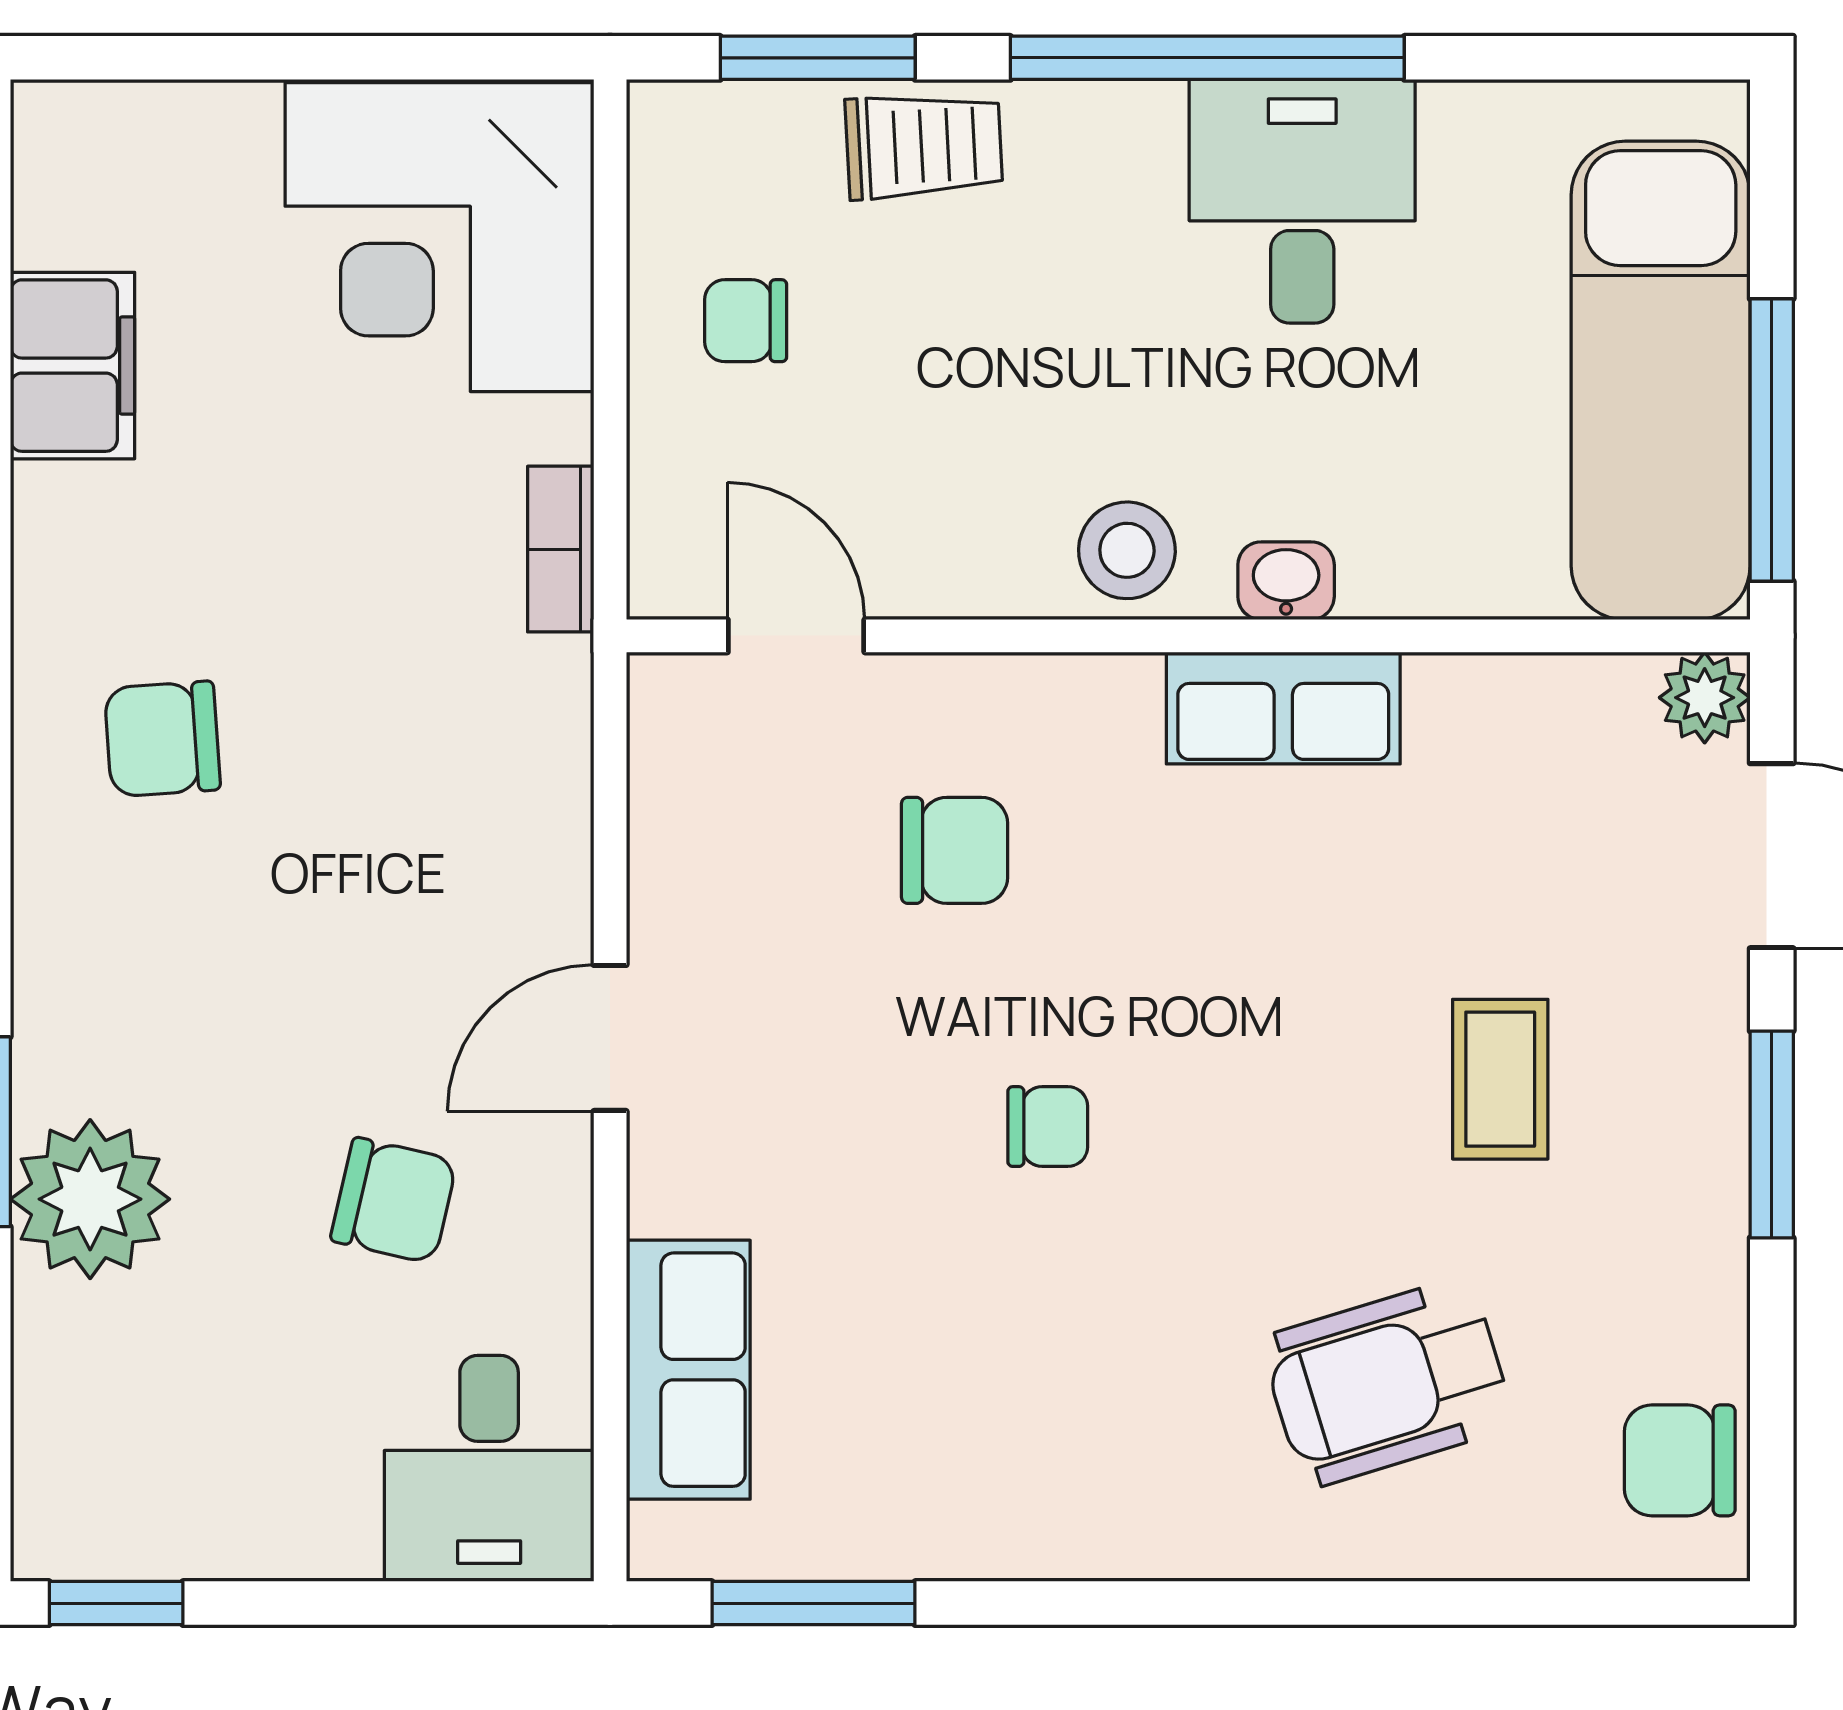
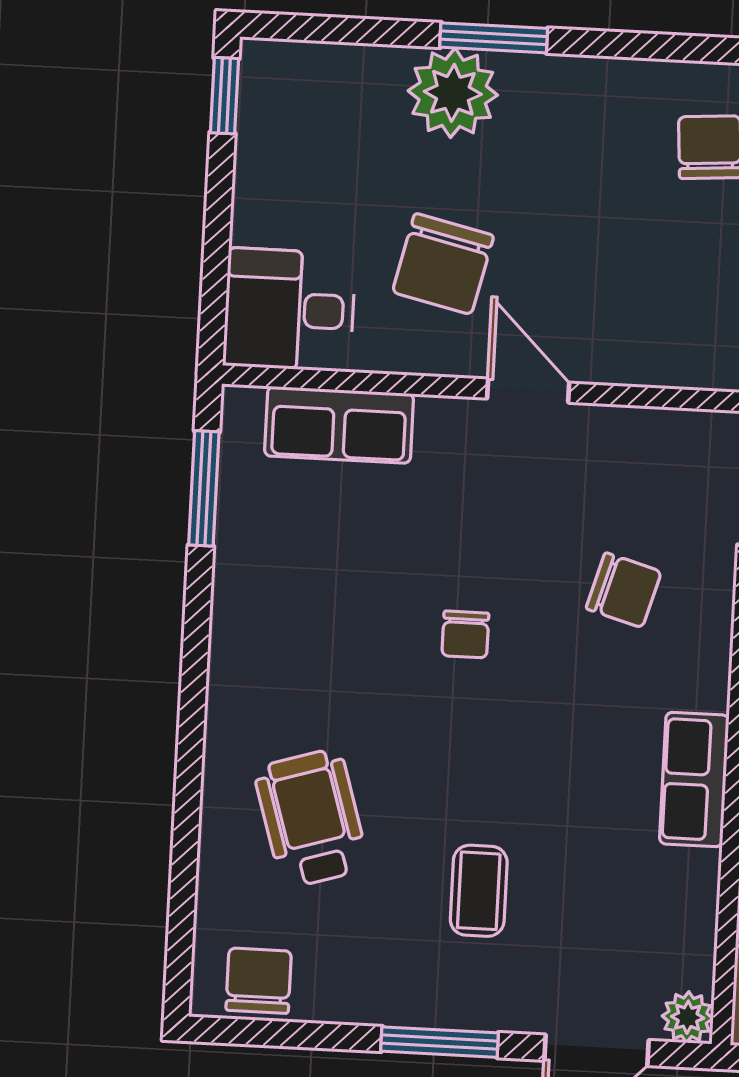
chair: (955, 850) -> (624, 590), turned -74
coffee table: (1500, 1079) -> (479, 891), turned 90
chair: (394, 1200) -> (443, 264), width x1.37, depth x1.37

